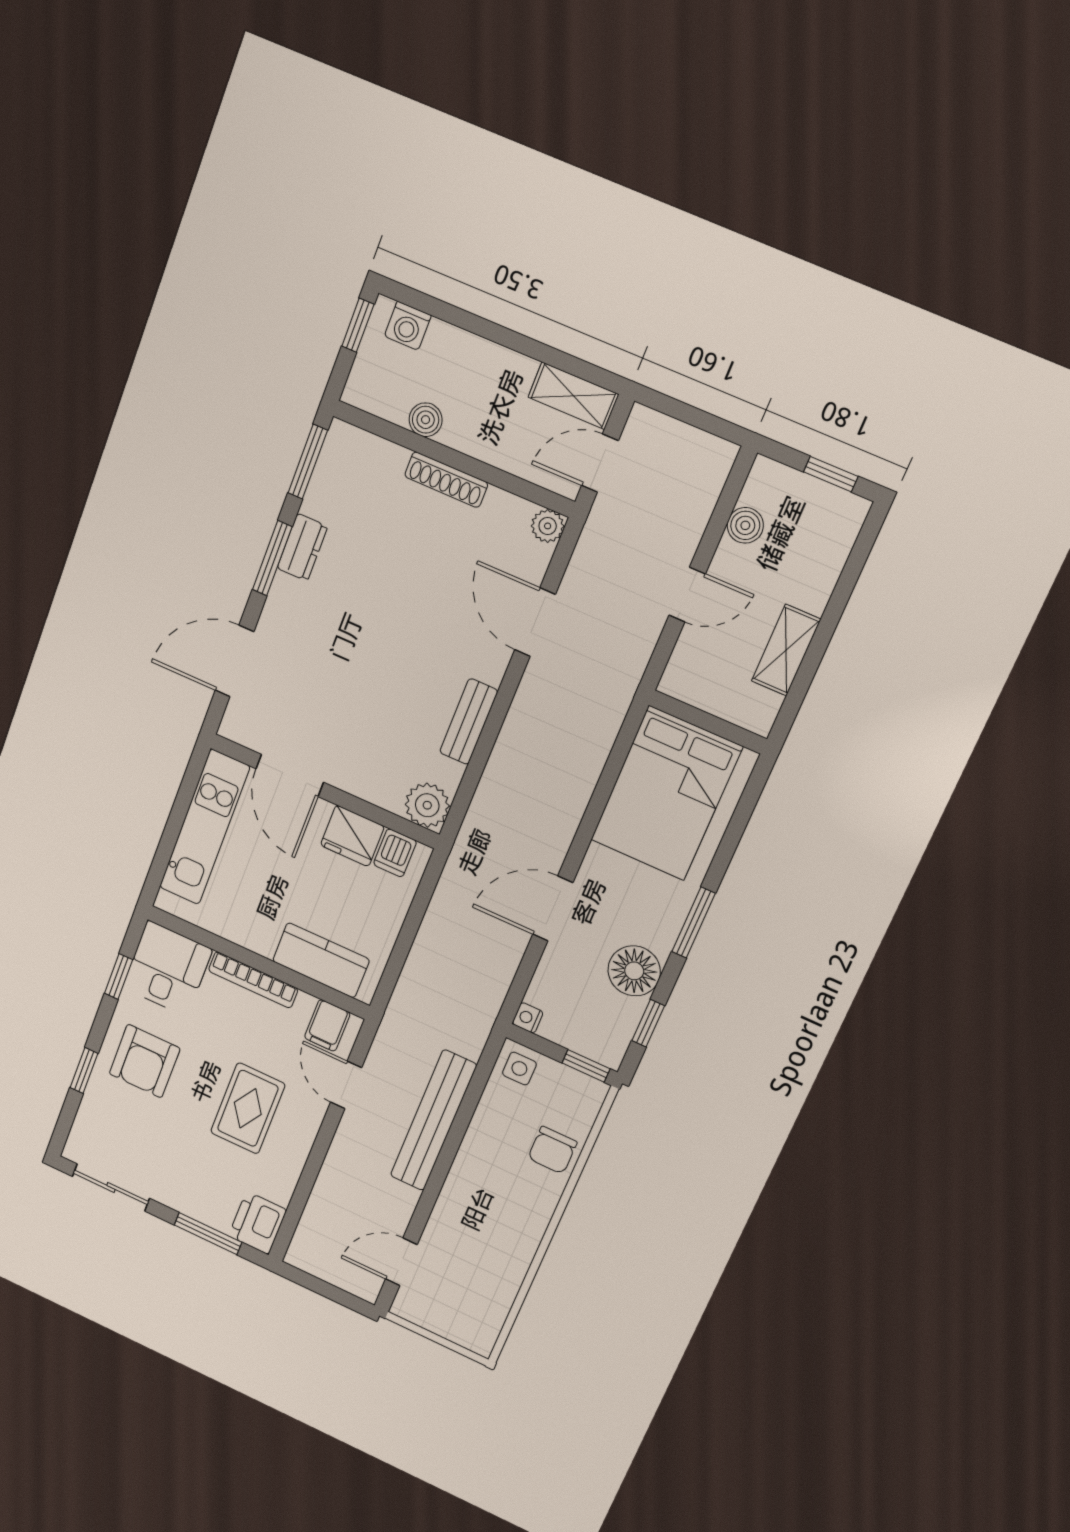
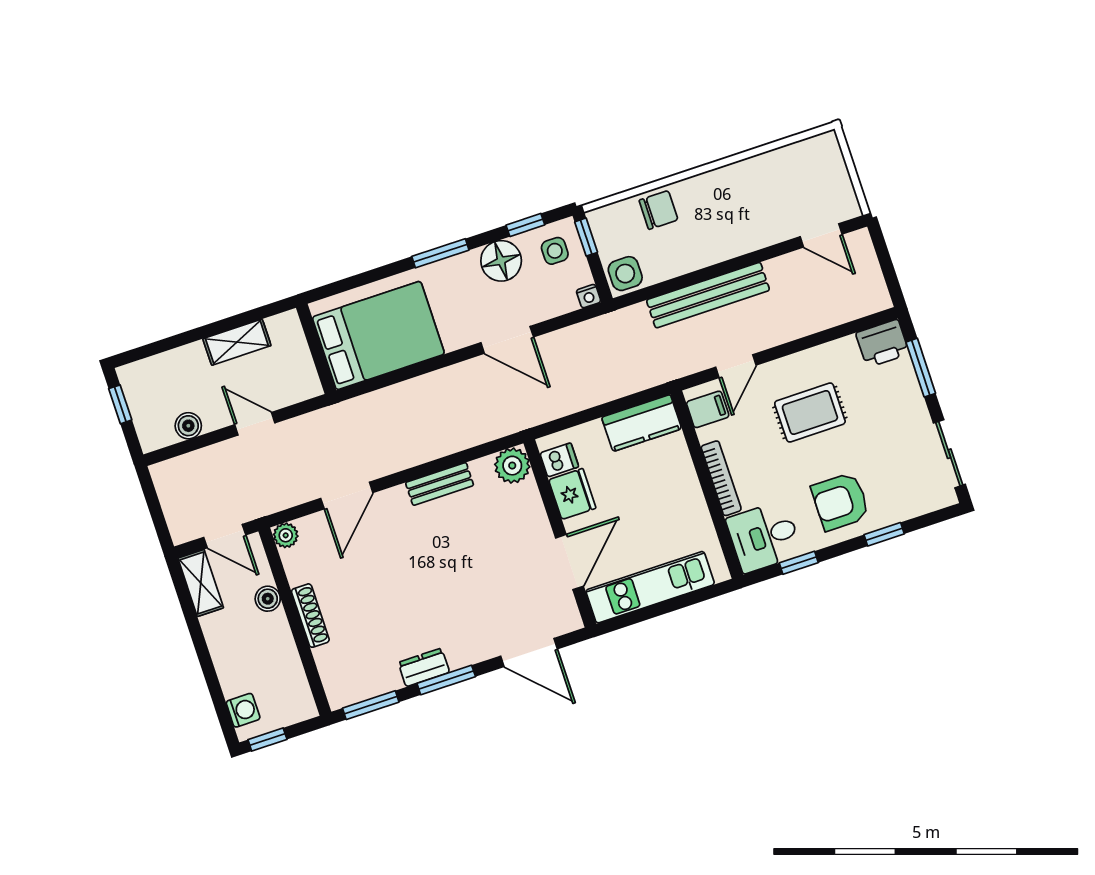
boiler: (426, 420) -> (268, 599), moved
kitchen counter: (321, 960) -> (642, 423), moved, turned -90
side table: (599, 1027) -> (555, 251), added
armchair: (145, 1061) -> (840, 502), turned 180
side table: (519, 1069) -> (625, 274), width x1.37, depth x1.37

